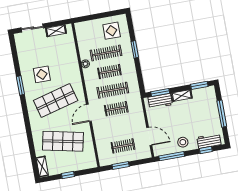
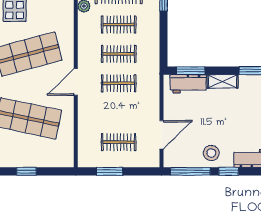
clothes rail: (113, 90) -> (119, 54), width x0.73
door: (149, 136) -> (162, 135), hinge flipped
window: (206, 150) -> (229, 171), moved

